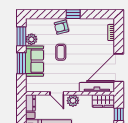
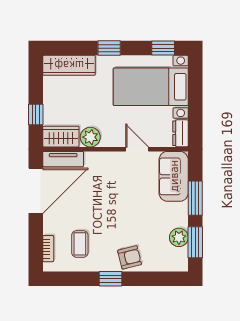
coffee table: (61, 52) -> (80, 244), moved
sofa: (35, 61) -> (174, 176), moved
tv unit: (97, 87) -> (63, 159), width x0.71
plant: (73, 101) -> (90, 137), moved

